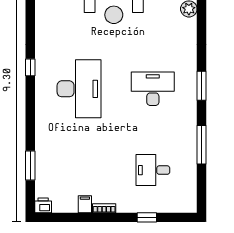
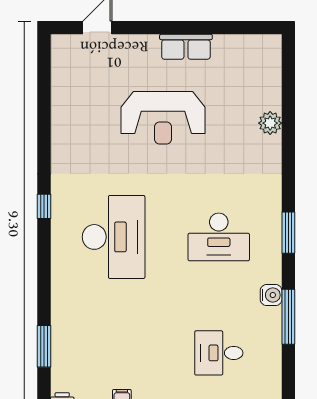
desk: (153, 89) -> (219, 237), turned 180
water cooler: (189, 129) -> (271, 295), added

